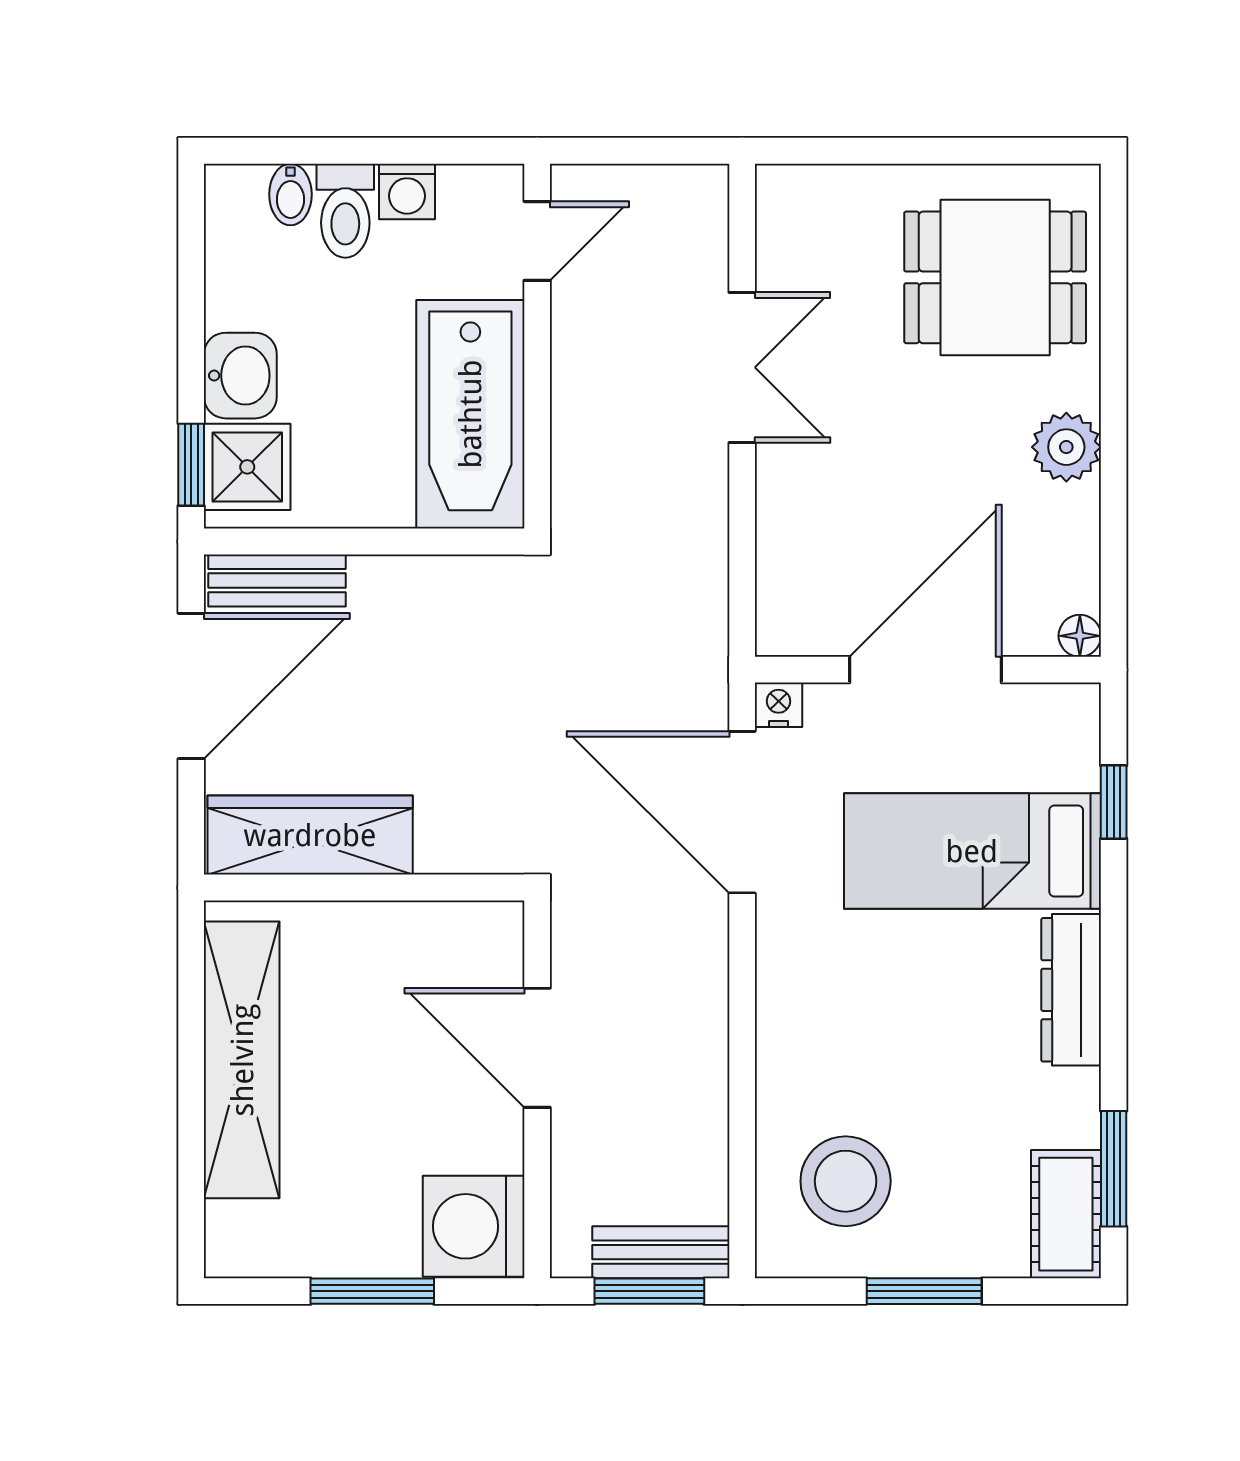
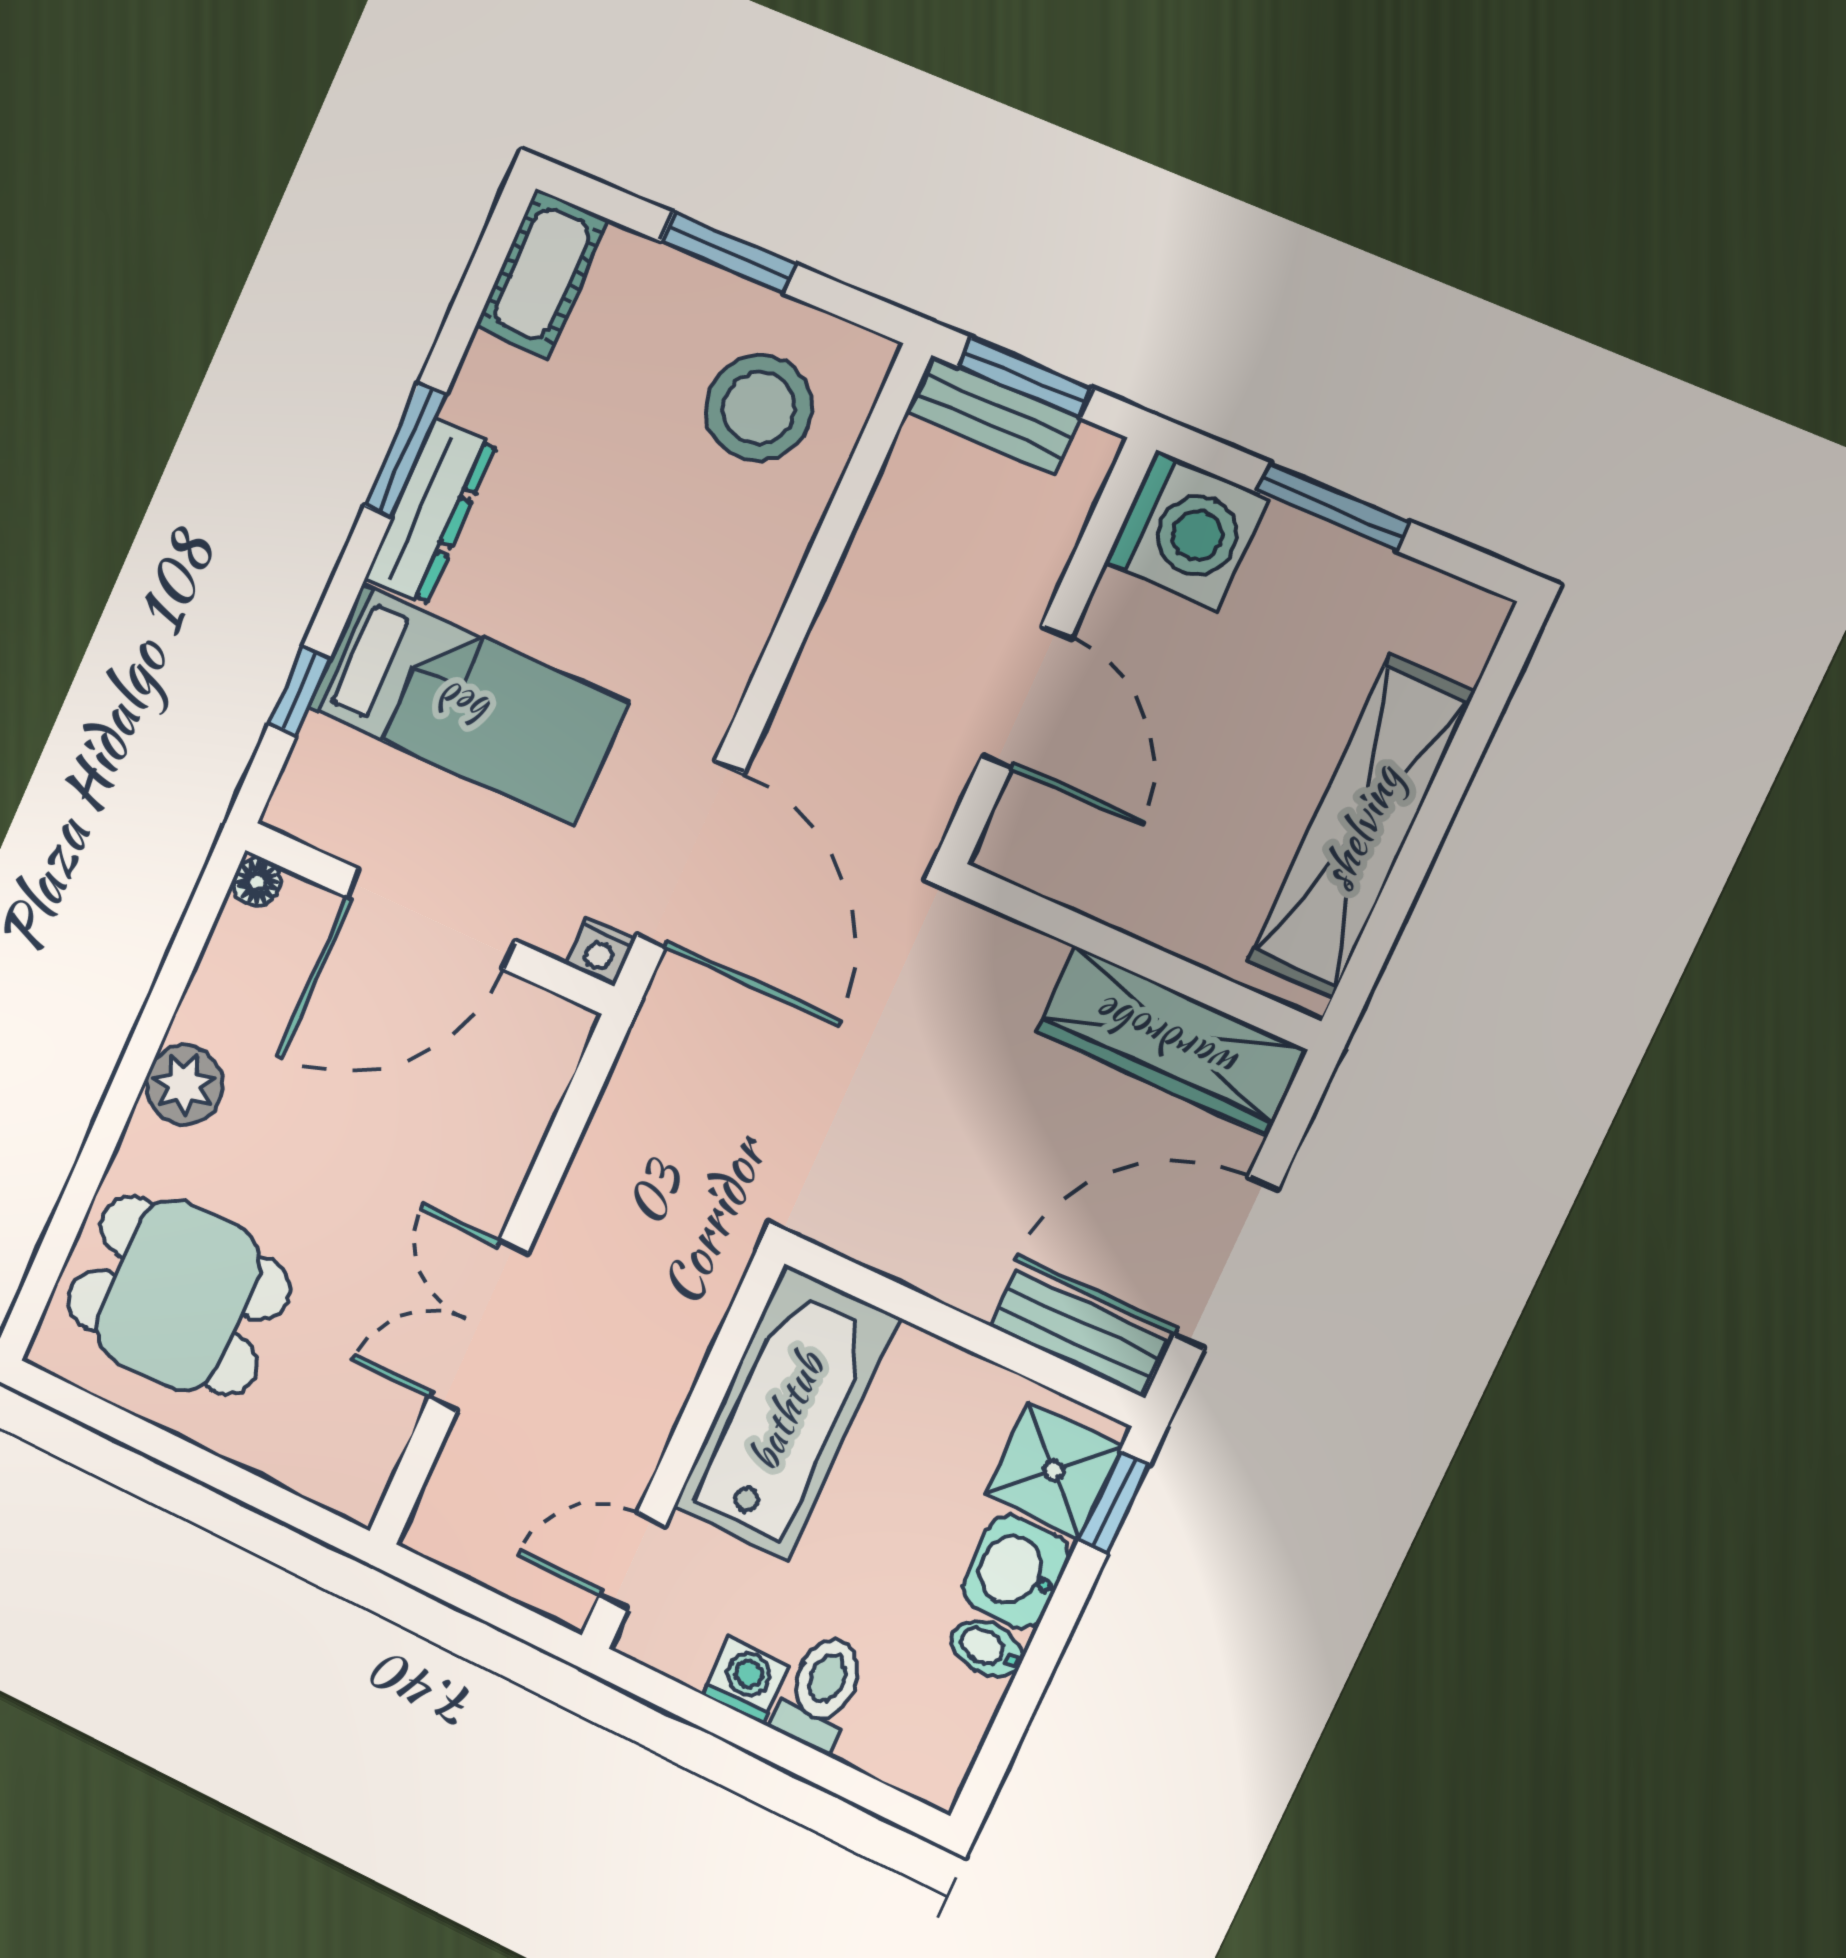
bidet: (290, 194) -> (987, 1648), moved, turned -90
window: (1114, 1169) -> (405, 450), moved

